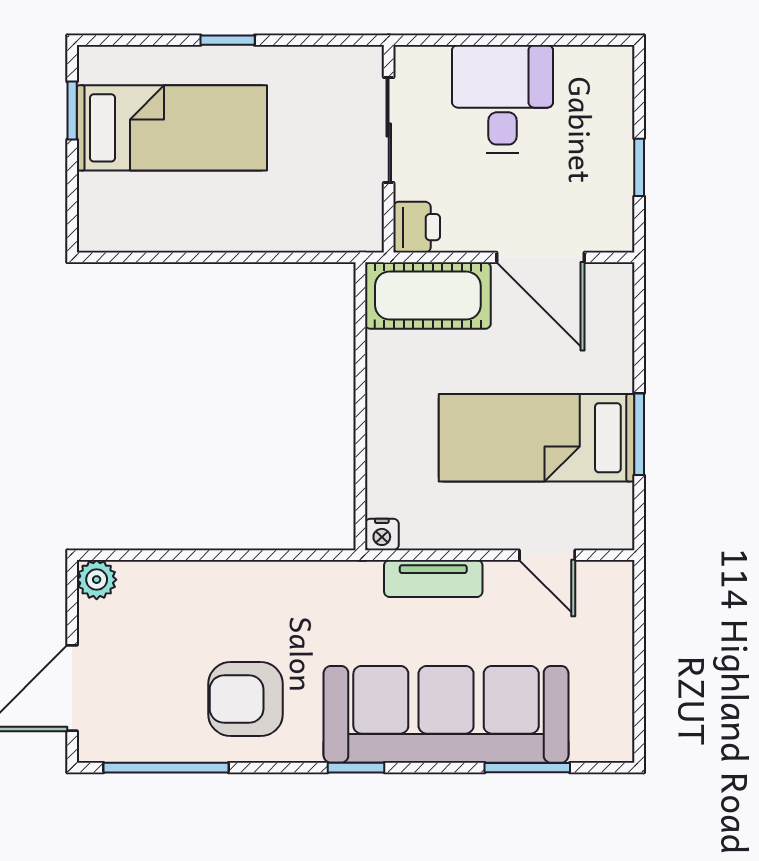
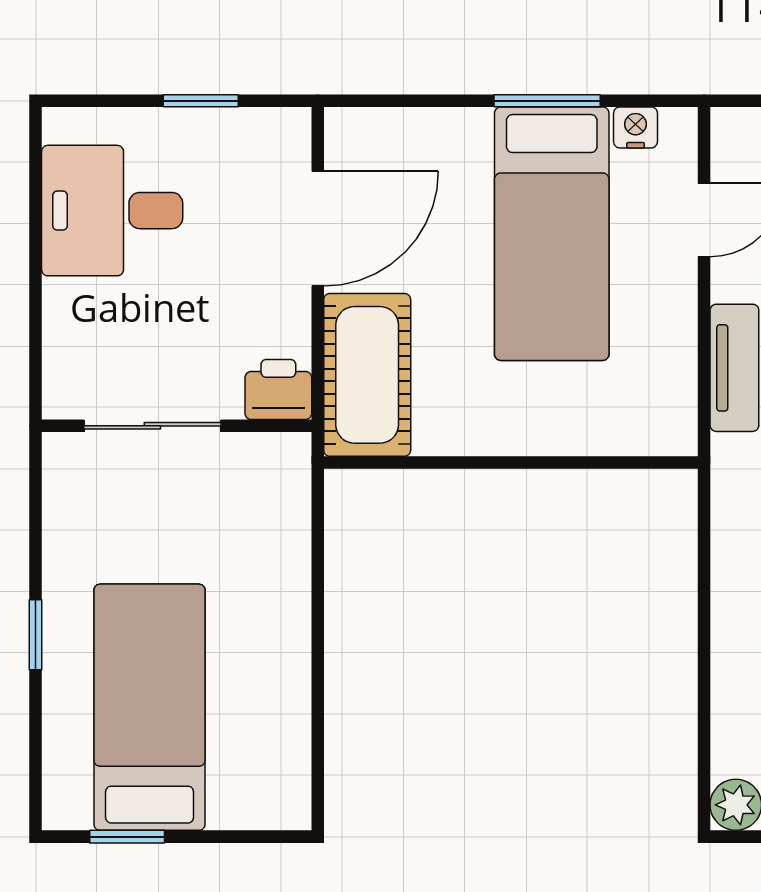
desk: (503, 99) -> (112, 211), moved
nightstand: (382, 534) -> (636, 127), moved, turned -90

